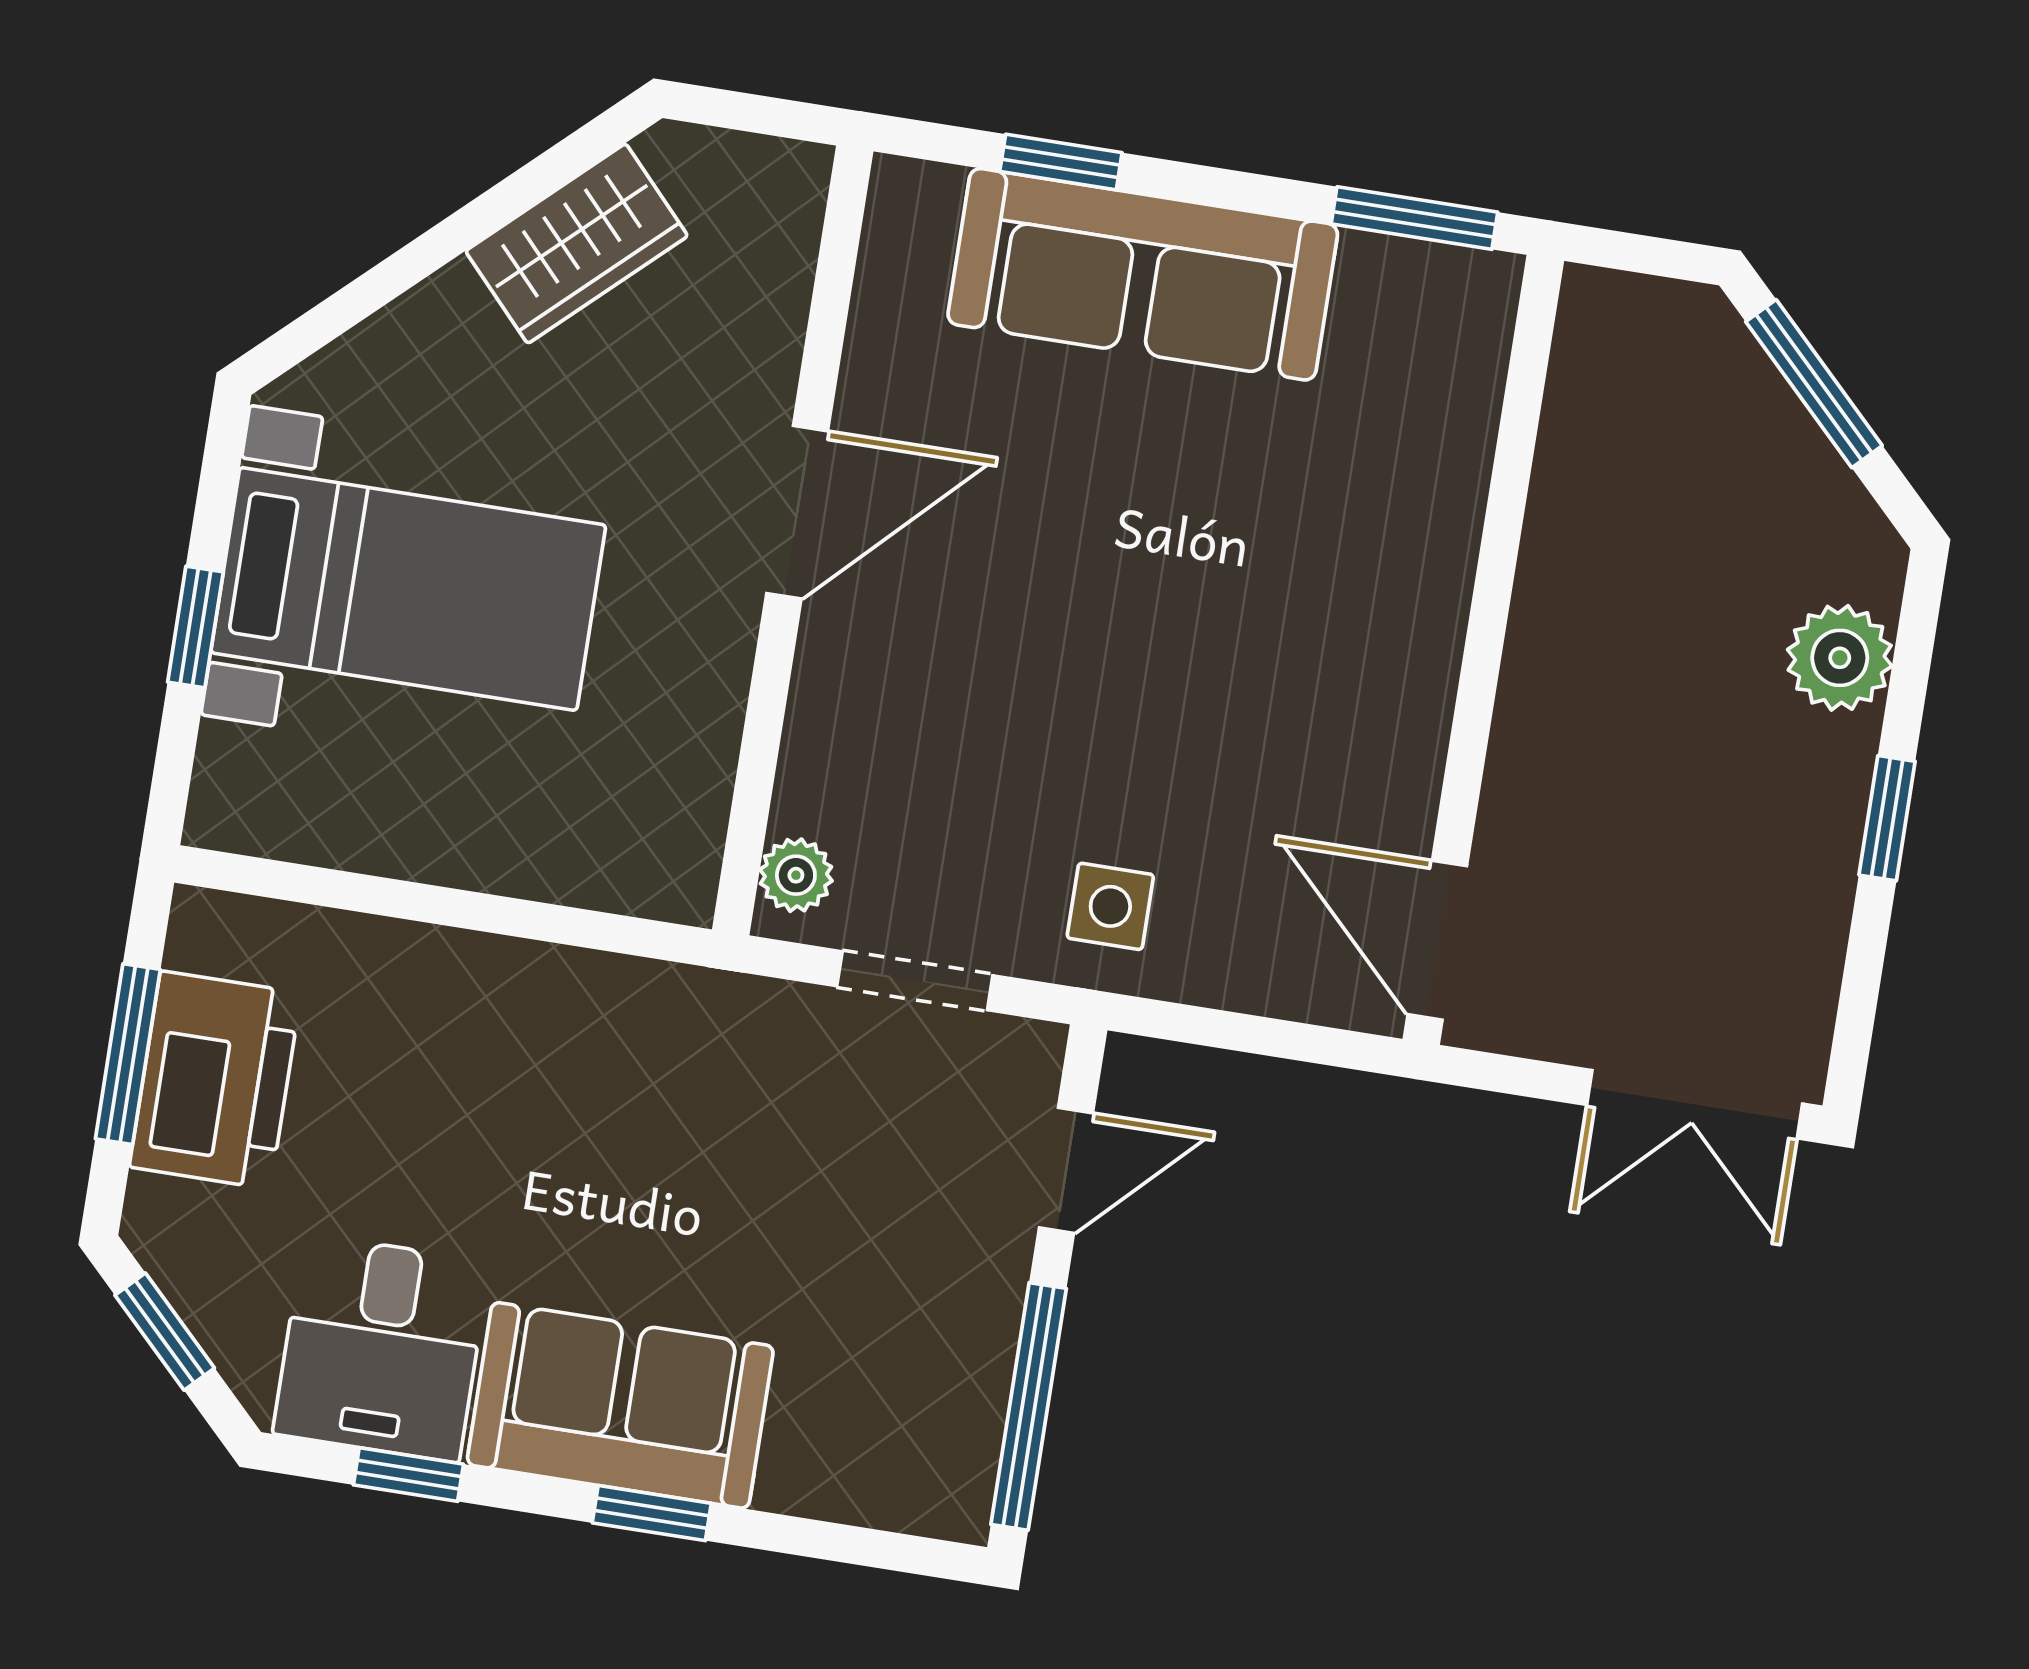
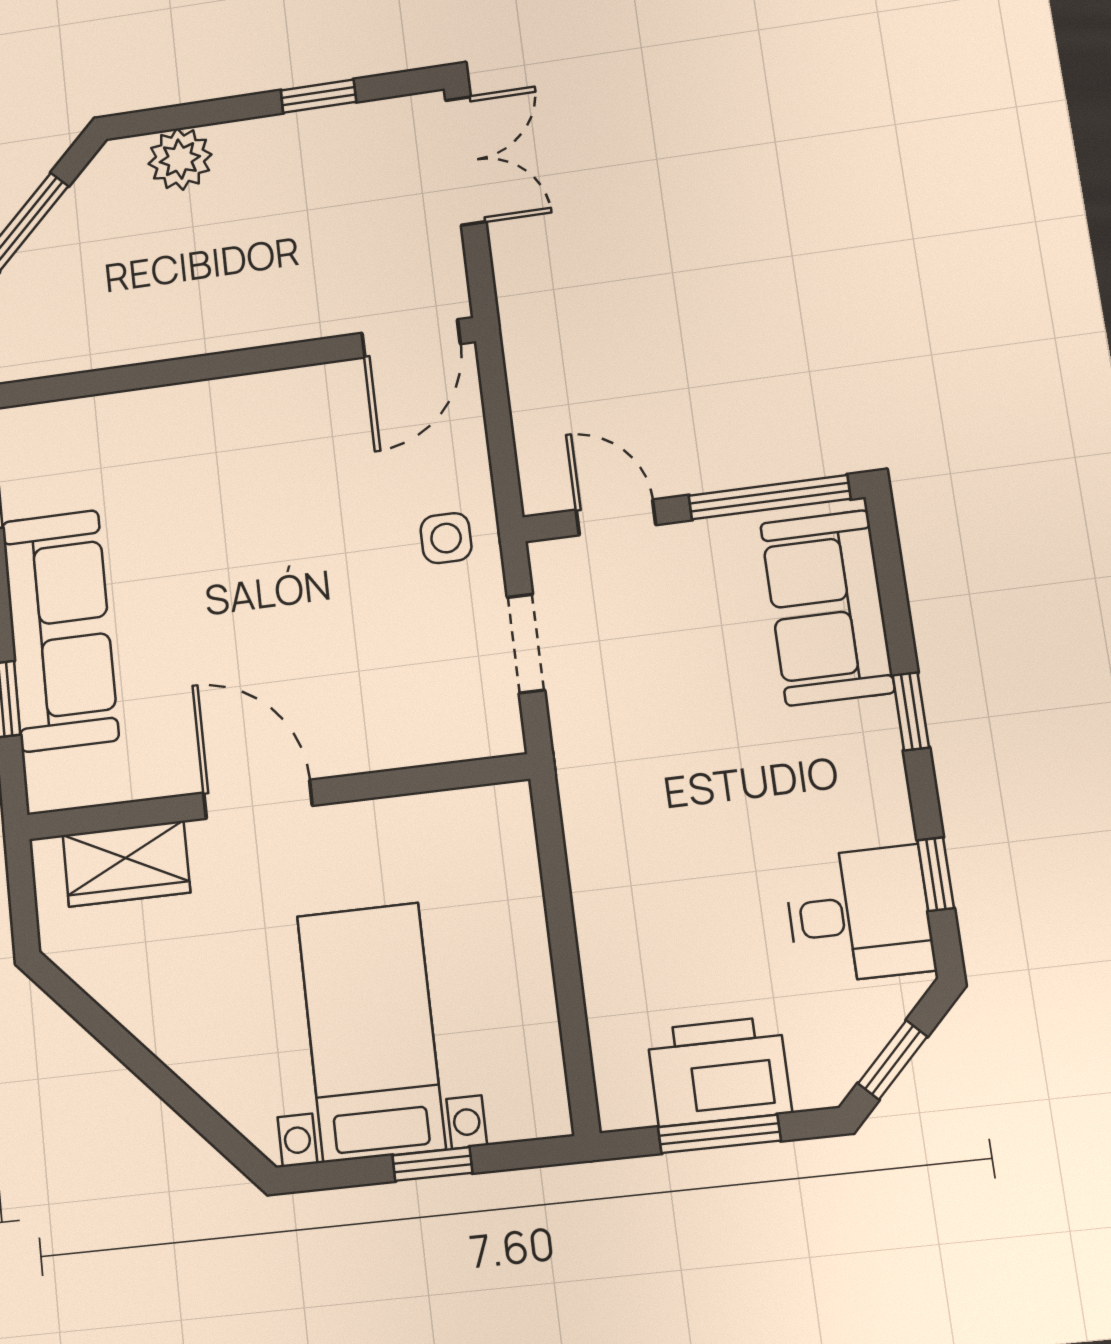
wardrobe: (577, 243) -> (126, 864), moved, turned 133
window: (1887, 818) -> (318, 96), moved
plant: (796, 875) -> (482, 736), removed
sofa: (620, 1405) -> (827, 608), moved

